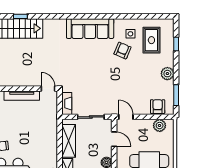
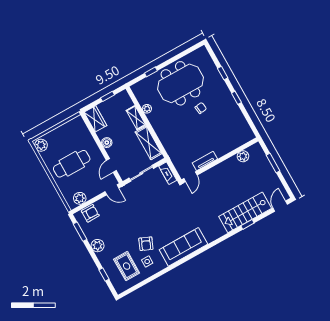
door: (48, 89) -> (190, 177), hinge flipped
tv unit: (22, 96) -> (205, 161), width x0.71
armchair: (158, 107) -> (90, 213), turned -90
door: (114, 139) -> (111, 166), hinge flipped

